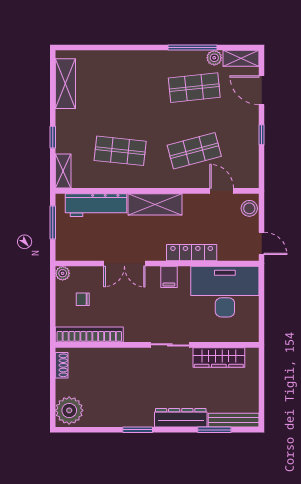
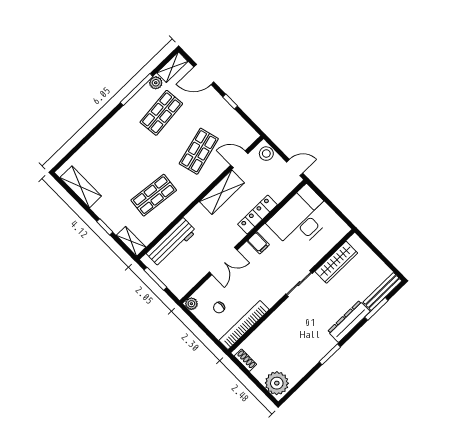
shelving: (155, 204) -> (222, 192), moved

